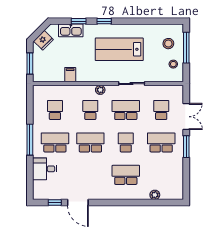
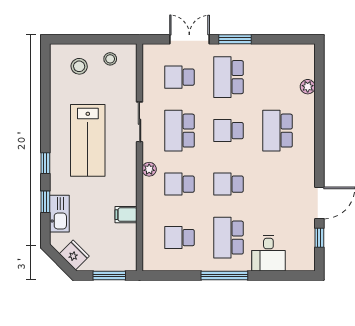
window: (186, 48) -> (85, 39), removed
school desk: (90, 142) -> (229, 184), width x0.54

